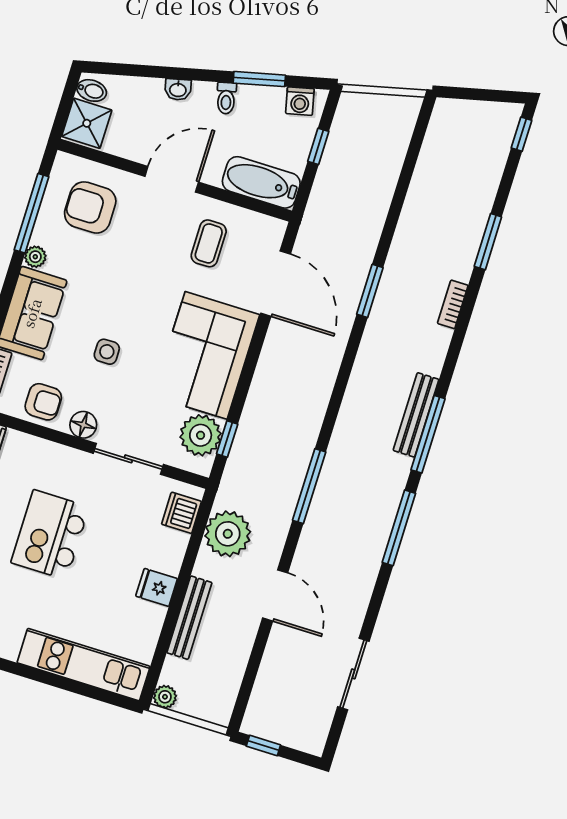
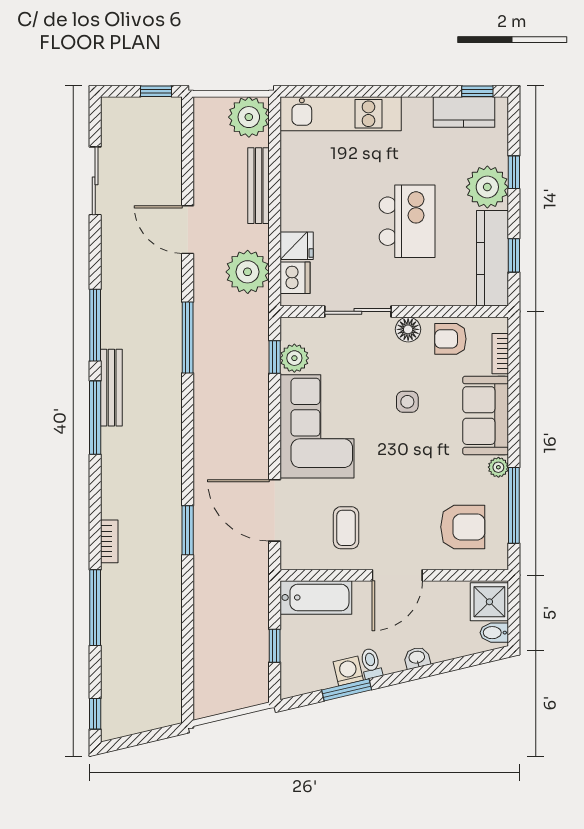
washing machine: (300, 101) -> (348, 671), moved
window: (488, 242) -> (95, 608), width x1.44
bench: (416, 415) -> (111, 388), moved
plant: (201, 435) -> (294, 358), width x0.73, depth x0.73
fridge: (157, 587) -> (297, 246), moved
plant: (165, 697) -> (249, 117), width x1.88, depth x1.88

